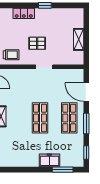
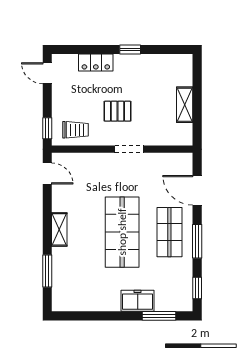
shop shelf: (40, 118) -> (122, 232), width x1.43, depth x1.36

